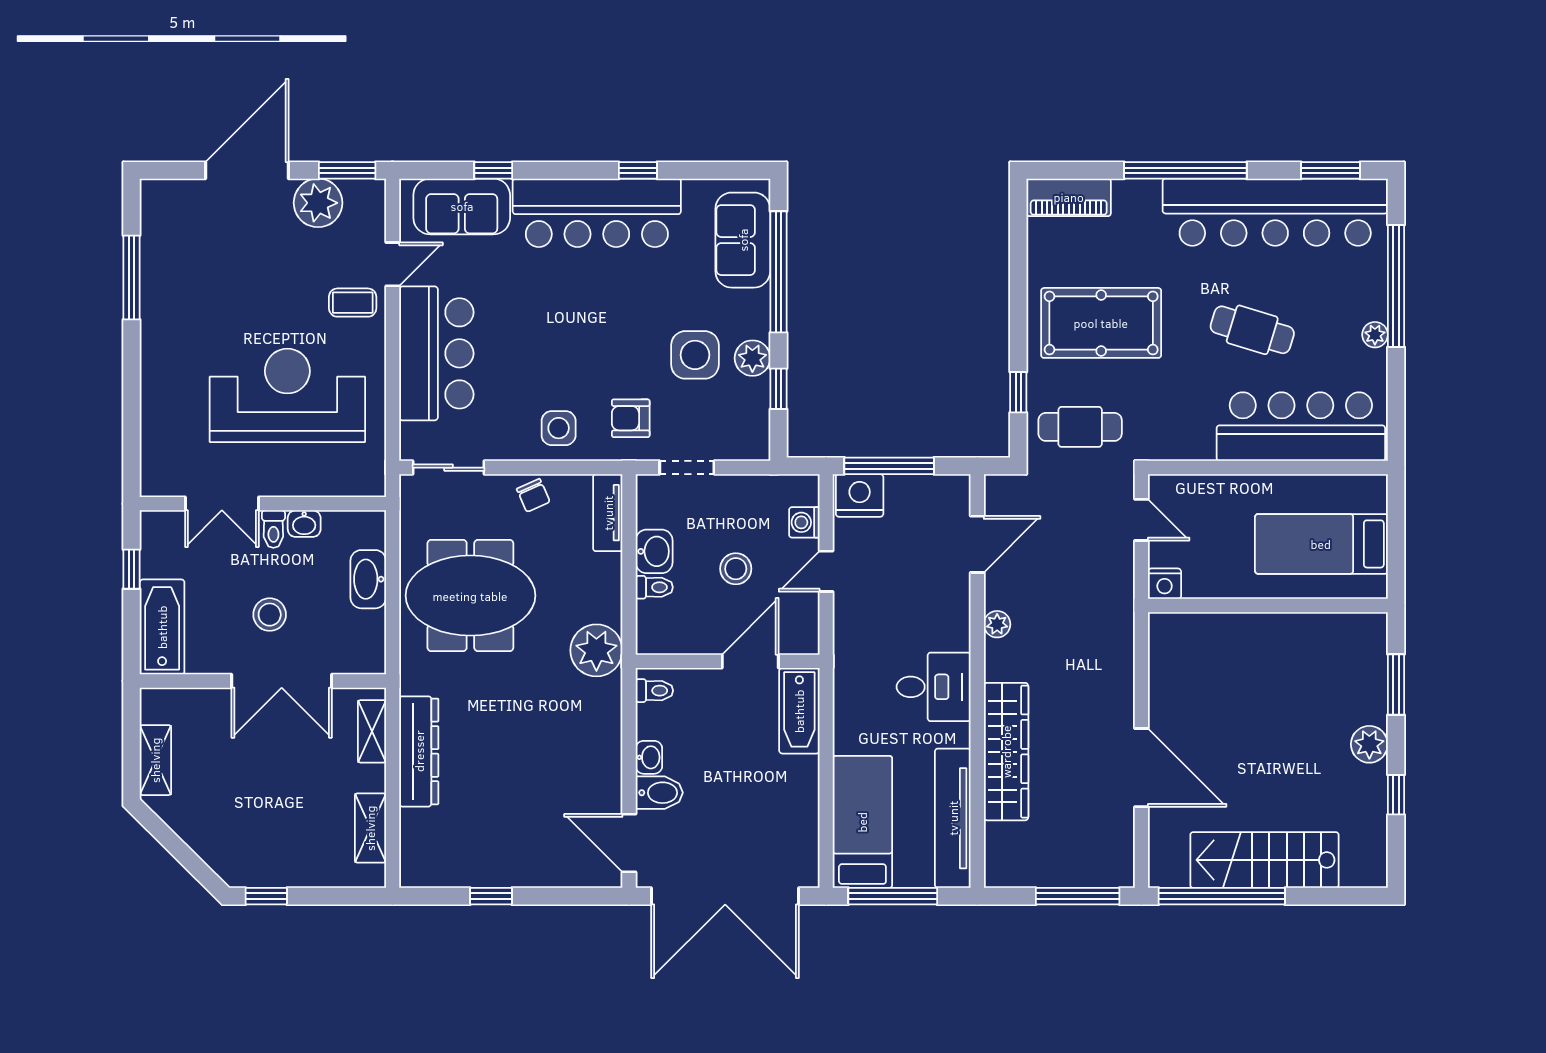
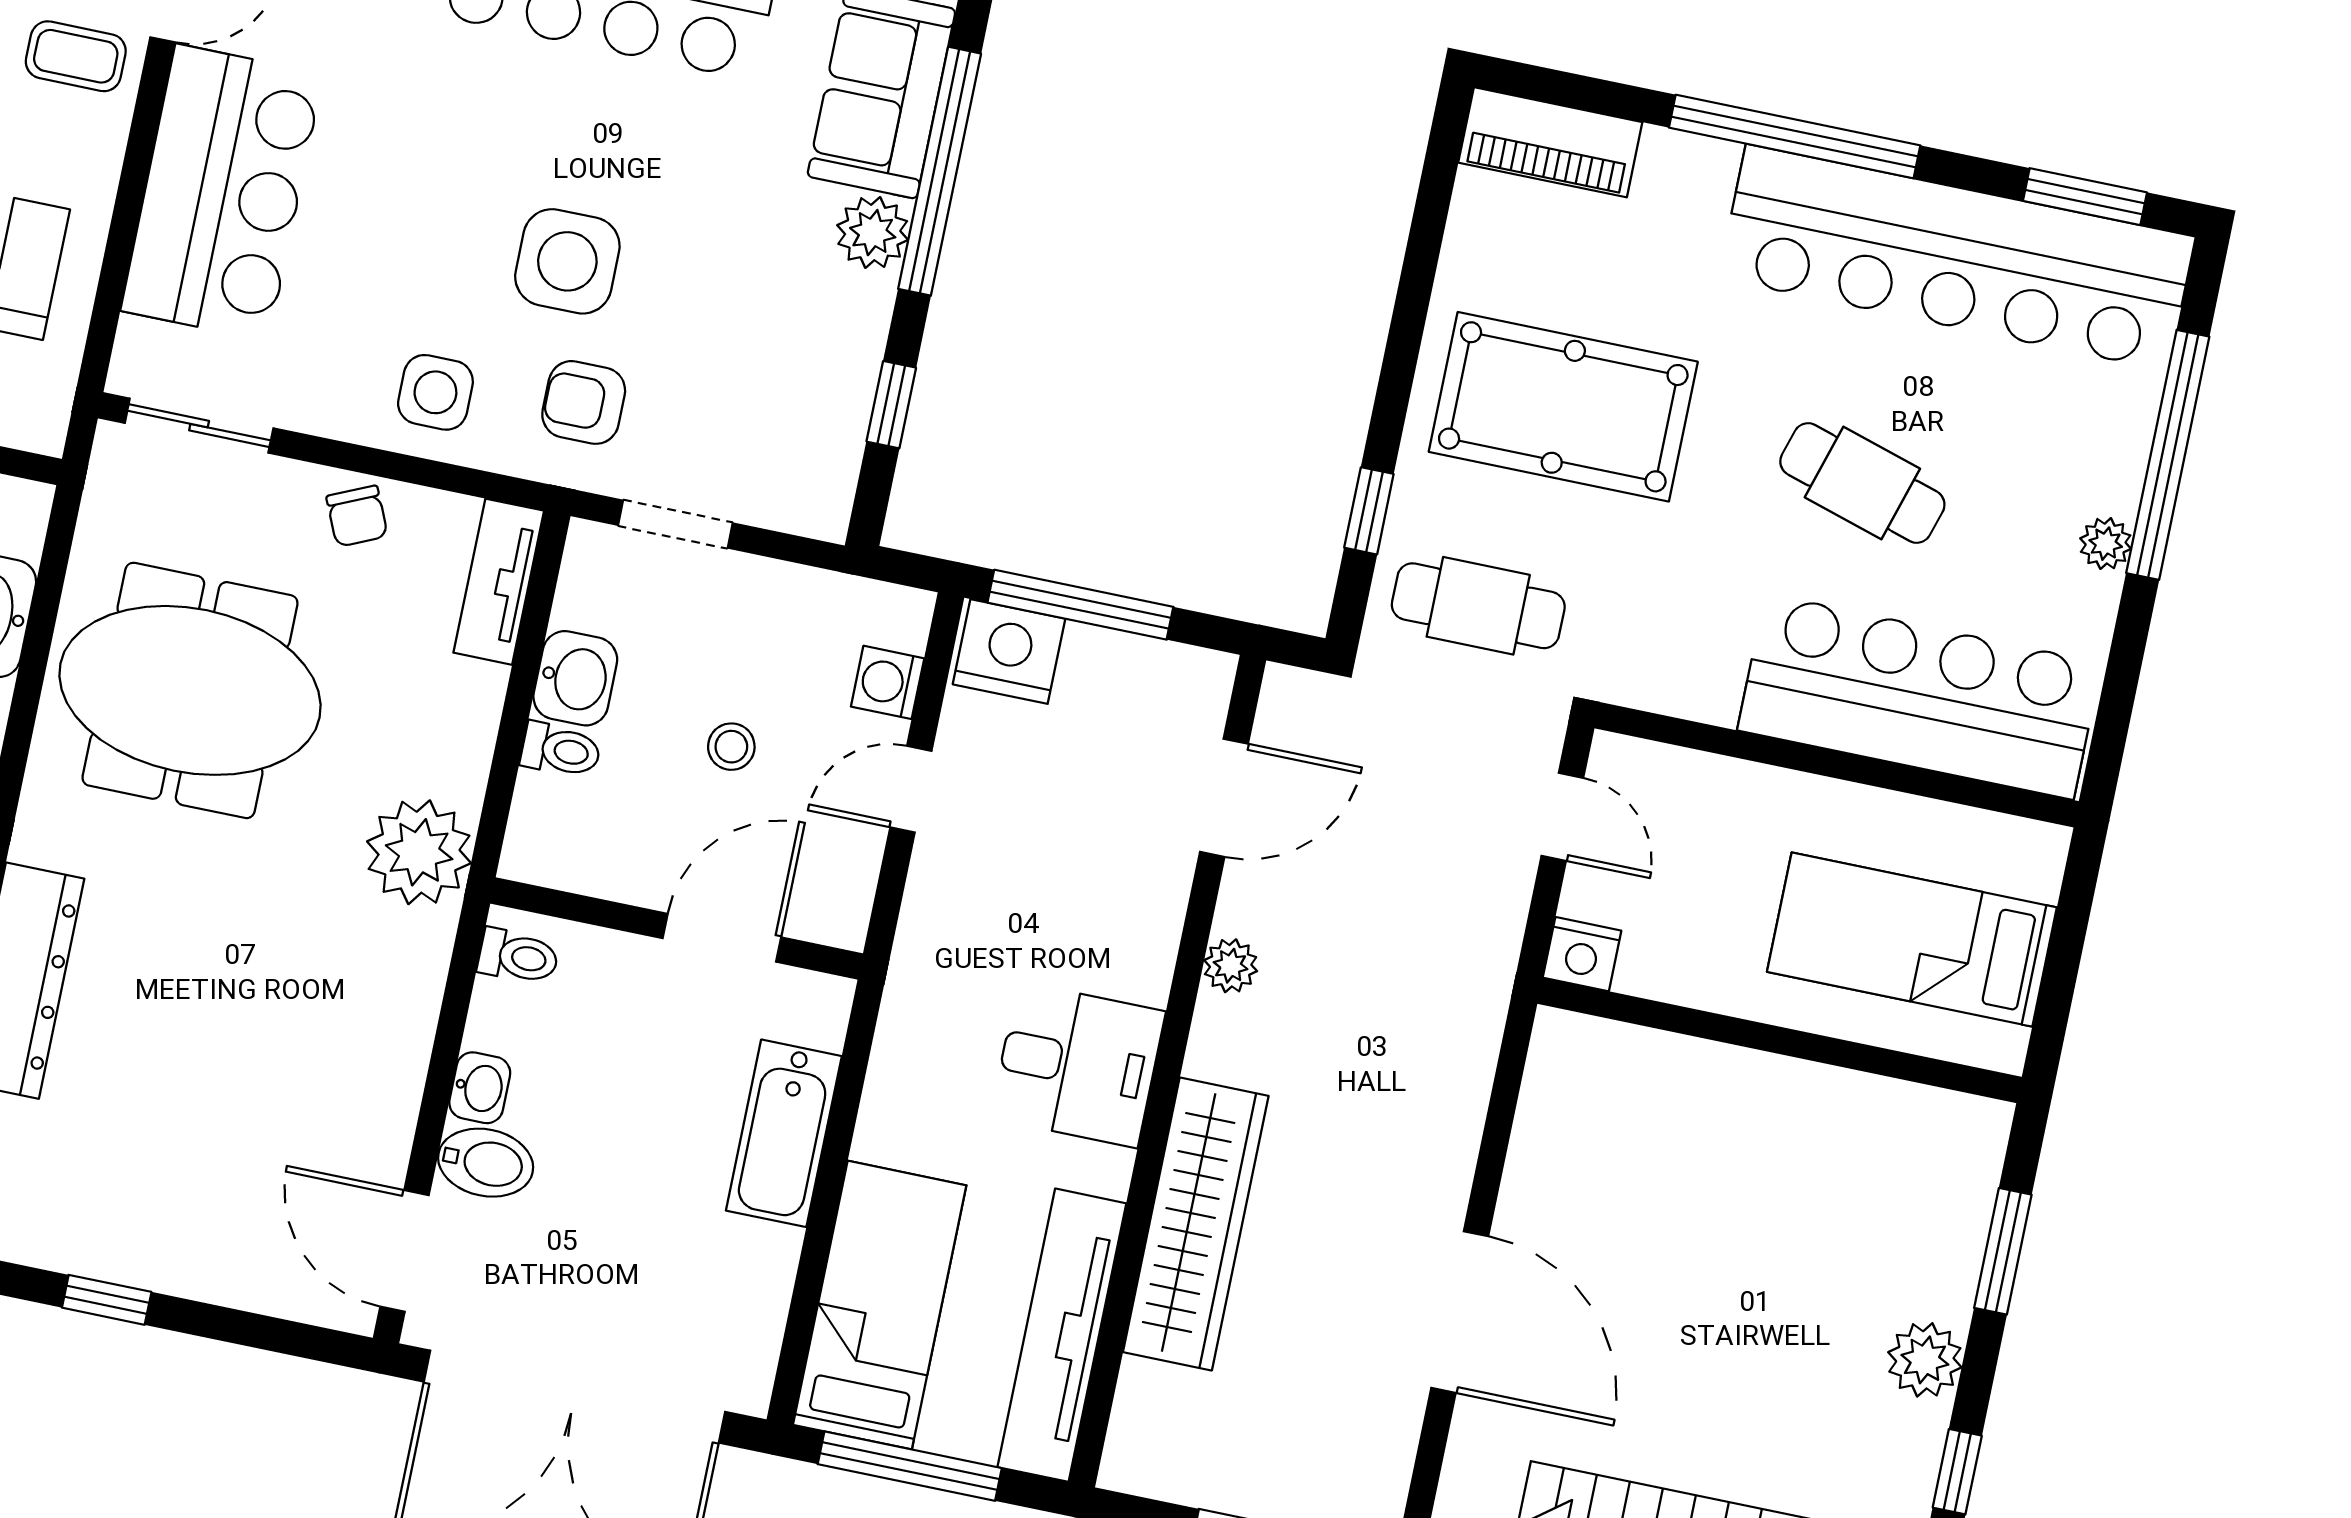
side table: (695, 355) -> (567, 261), moved
plant: (752, 358) -> (873, 233), moved
stool: (736, 569) -> (731, 747), width x0.73, depth x0.73
bathtub: (799, 711) -> (784, 1133), moved

